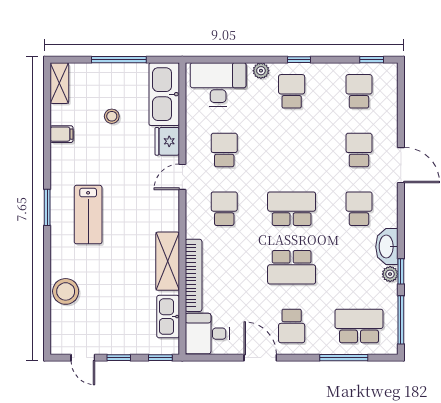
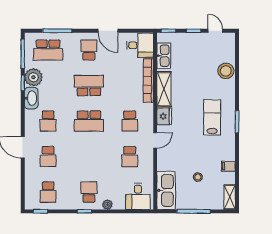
desk: (218, 84) -> (138, 196), width x0.73
school desk: (292, 91) -> (89, 192), turned 180
fridge: (167, 141) -> (164, 116), moved
plant: (390, 274) -> (33, 77), width x1.87, depth x1.87

